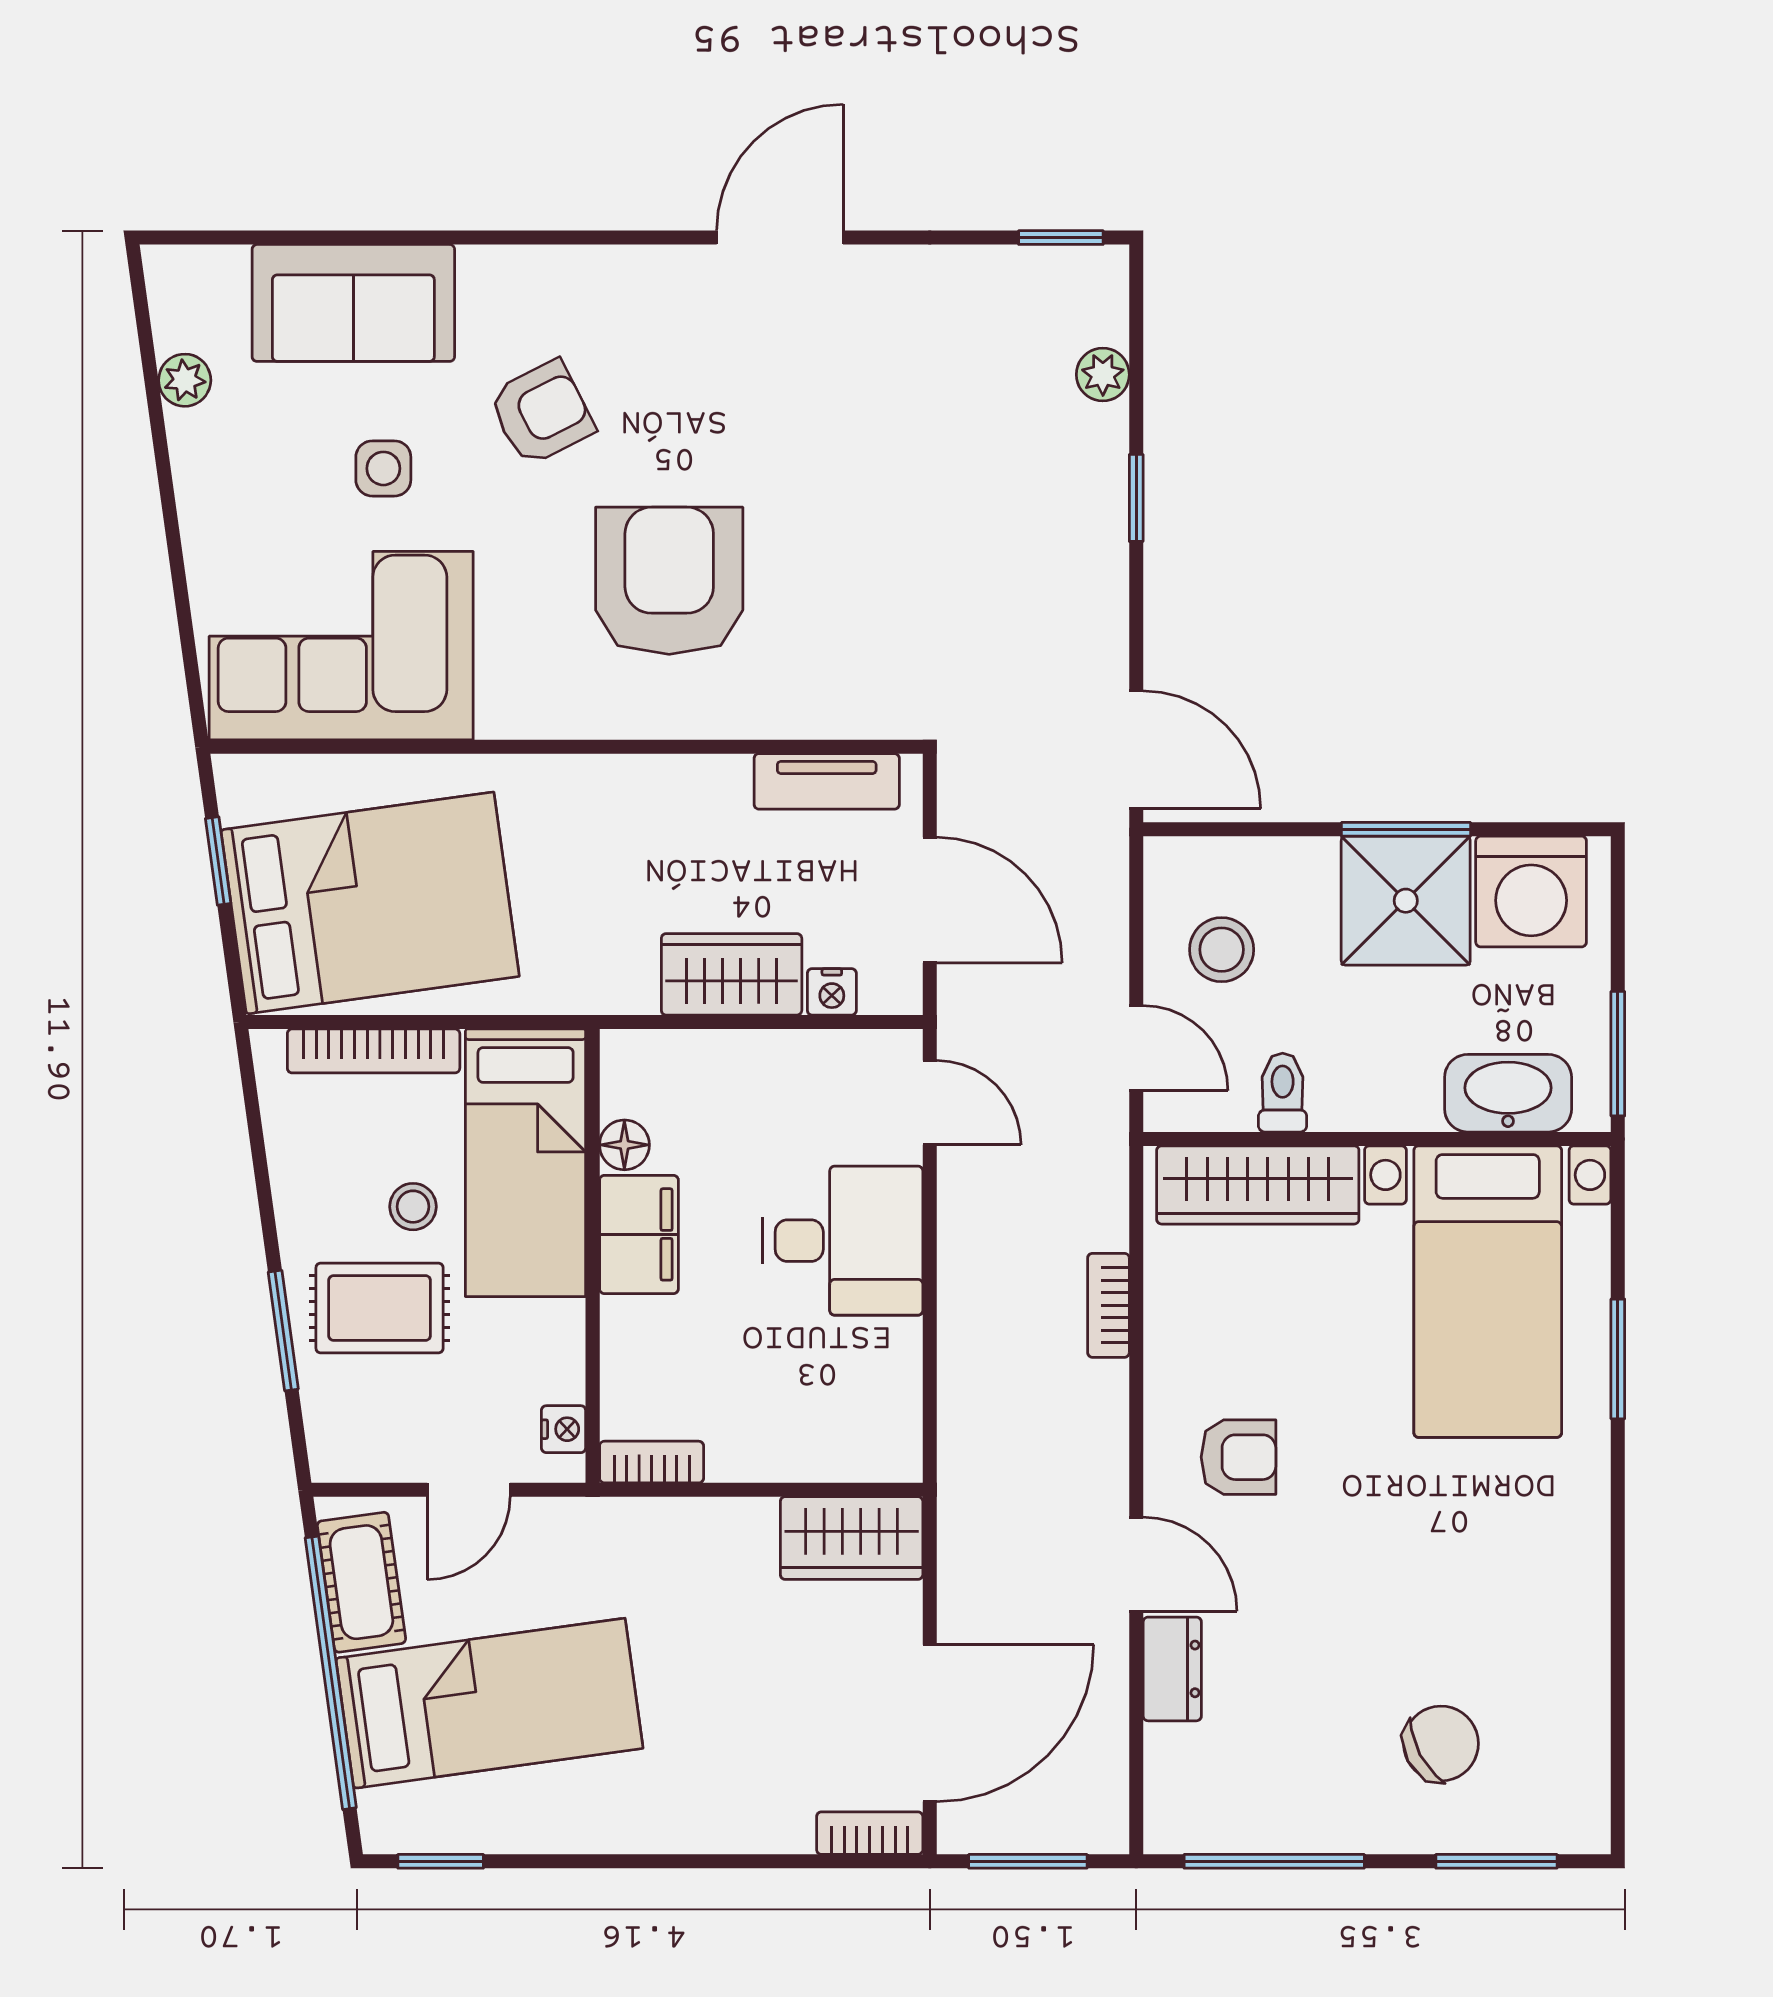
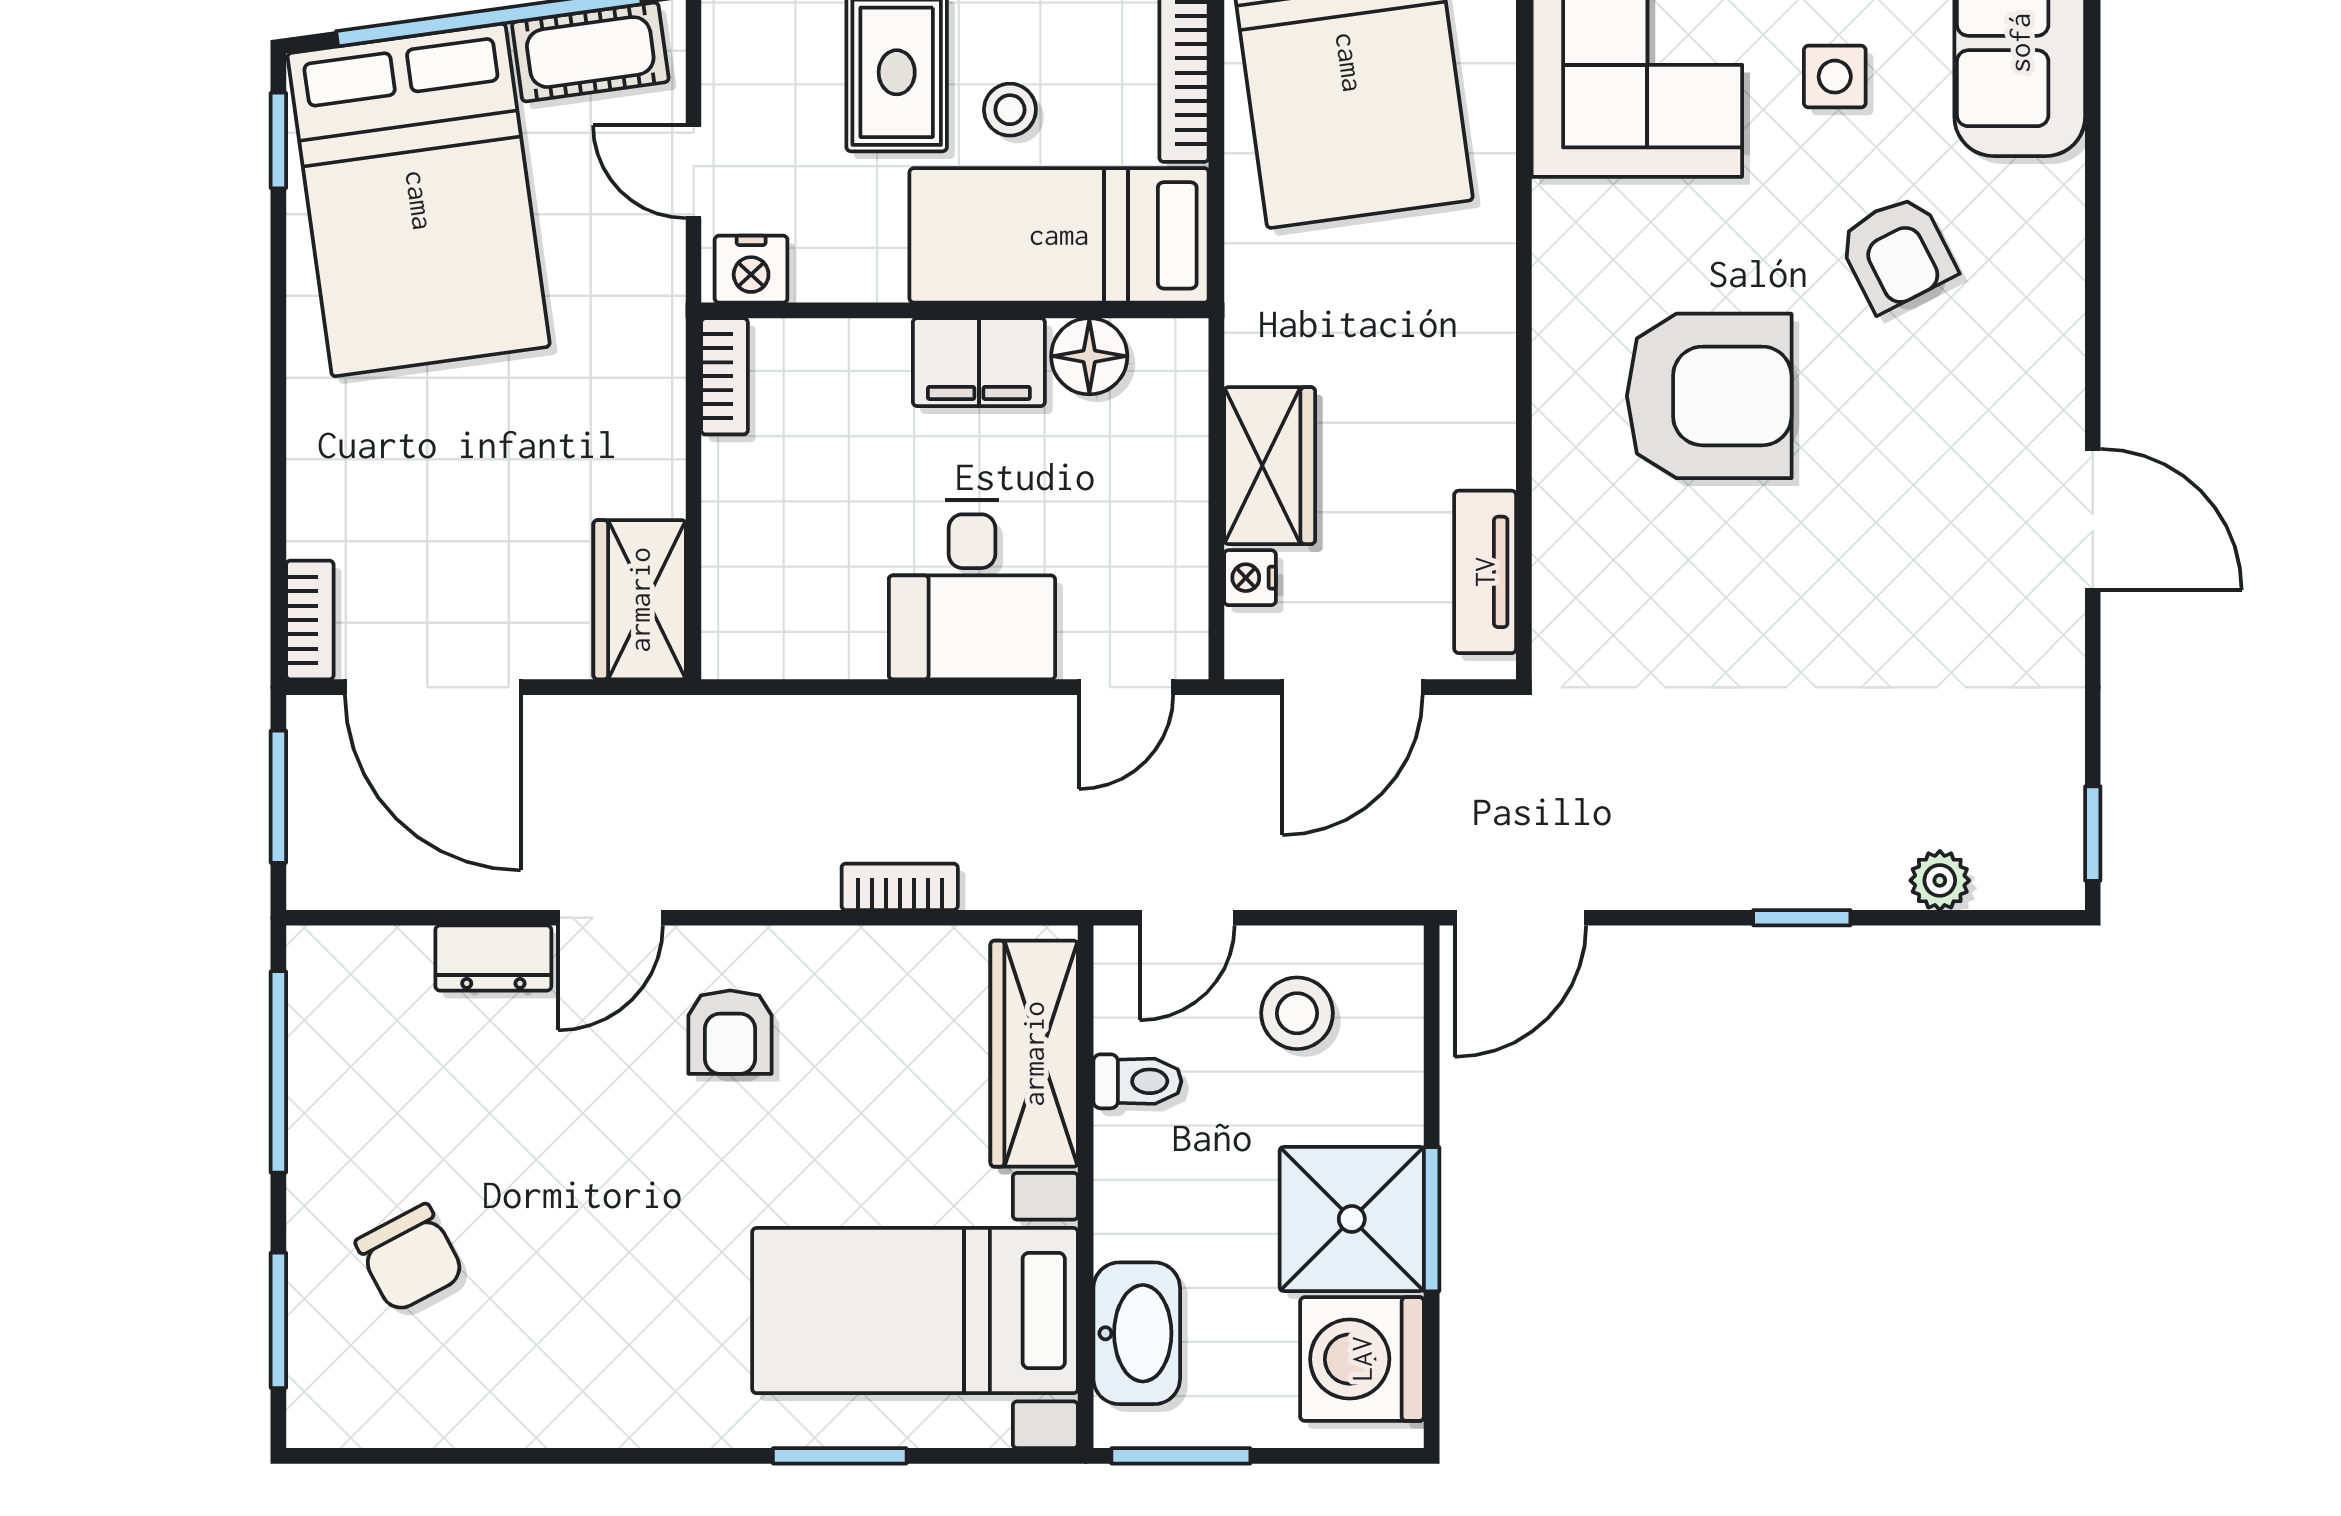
floor lamp: (624, 1145) -> (1089, 356), width x1.37, depth x1.37
nightstand: (564, 1429) -> (751, 269), width x1.39, depth x1.35
bed: (489, 1703) -> (419, 200), width x1.50

